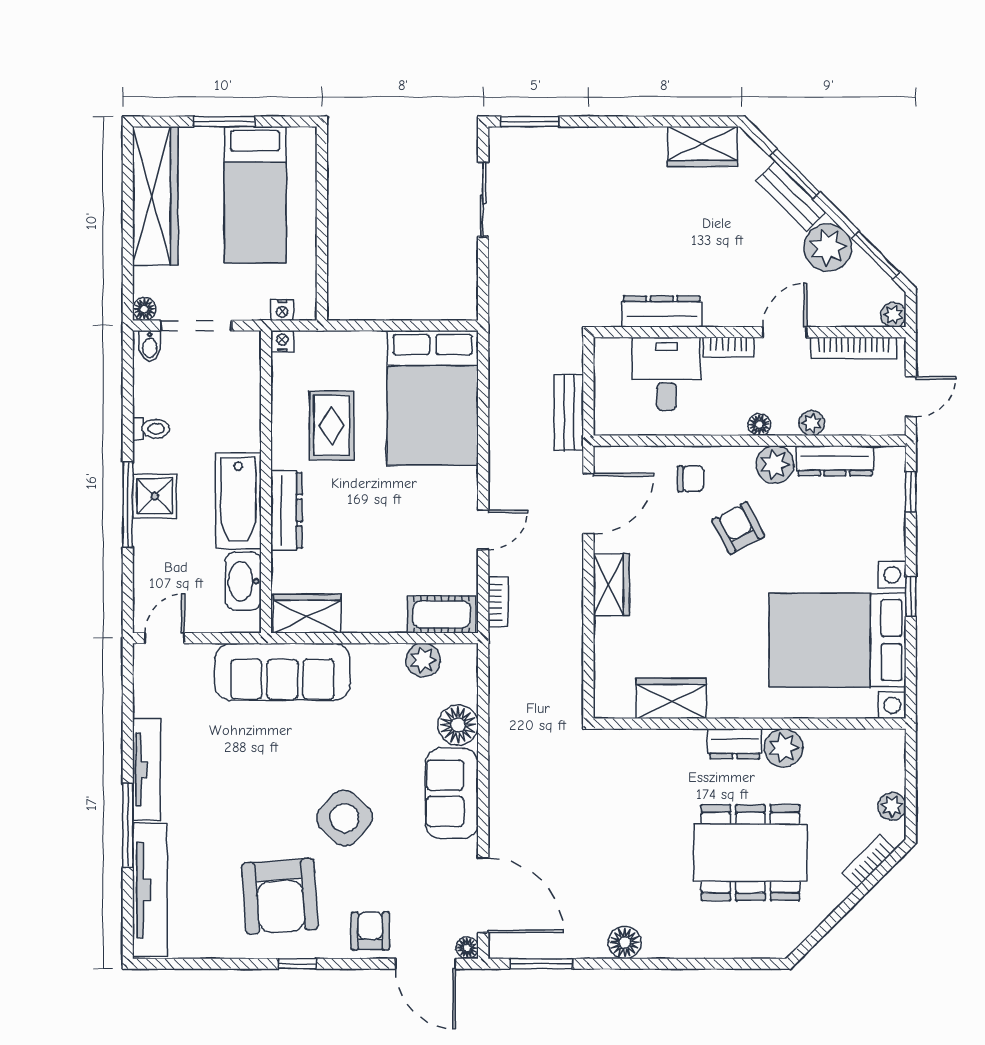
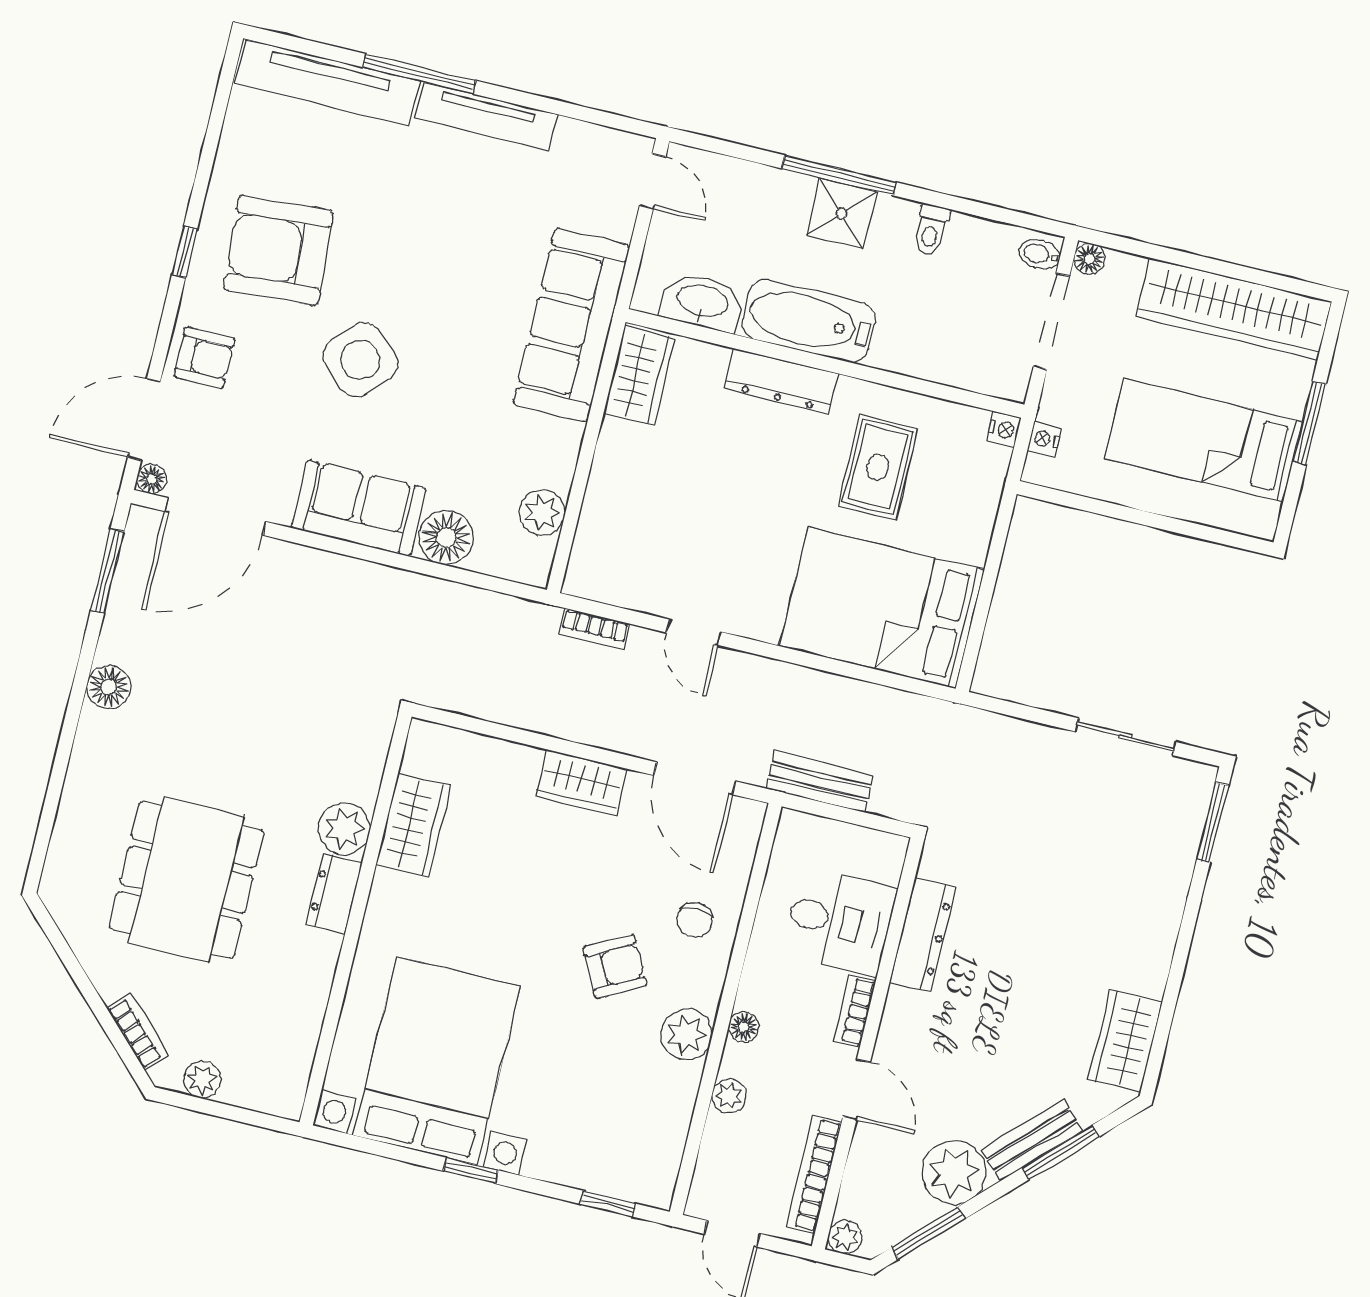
rug: (332, 426) -> (878, 467), turned 90
dresser: (835, 461) -> (673, 1114), removed
cot: (442, 614) -> (596, 551), removed
plant: (783, 748) -> (344, 829), moved

